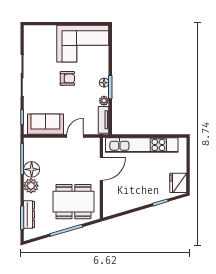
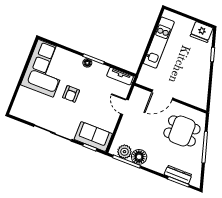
armchair: (67, 78) -> (71, 94), turned 180
plant: (104, 101) -> (103, 69), removed
sofa: (45, 124) -> (93, 137), moved, turned 90
kitchen unit: (142, 145) -> (159, 43), width x0.73
door: (101, 169) -> (162, 95), swing flipped
plant: (31, 186) -> (124, 152), moved
dining table: (73, 202) -> (182, 131), width x0.73

